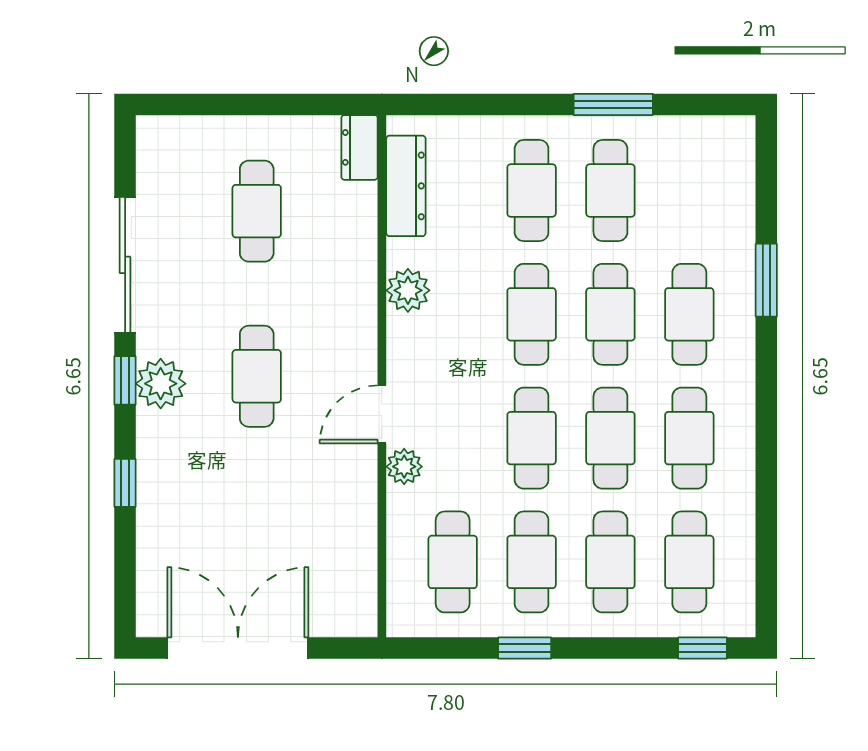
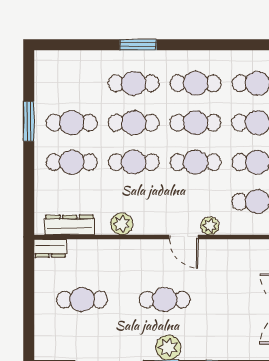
window: (766, 280) -> (138, 45), moved

